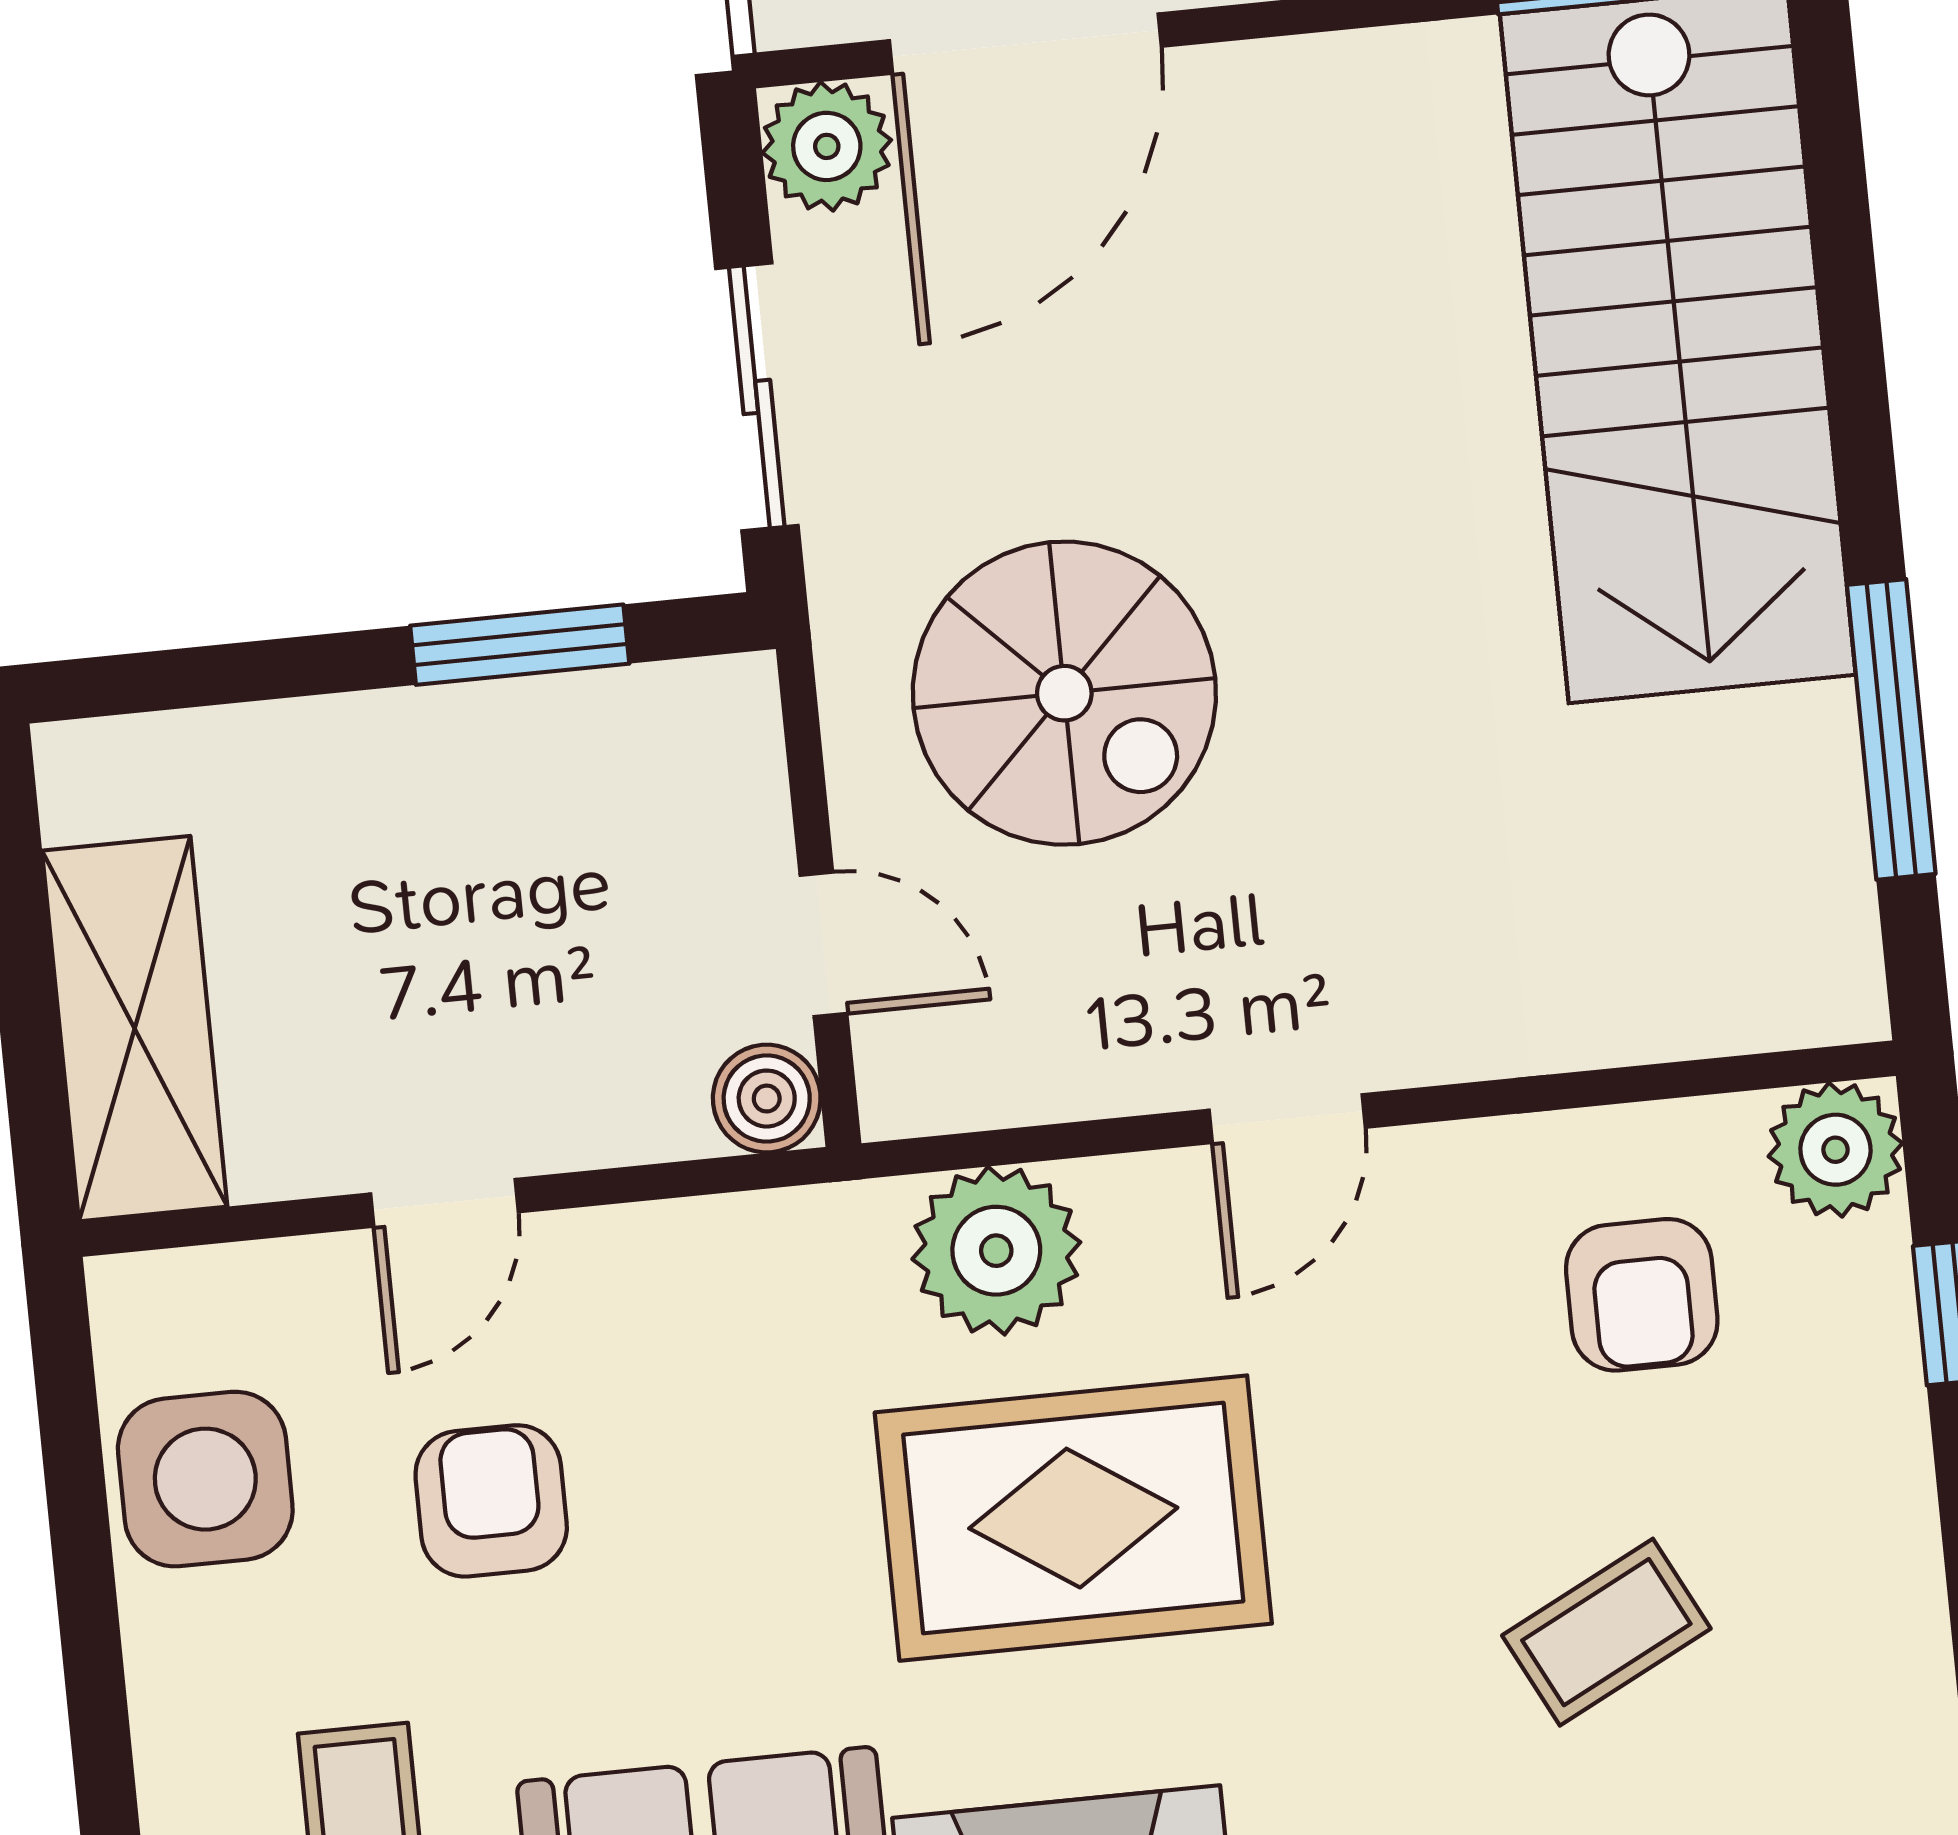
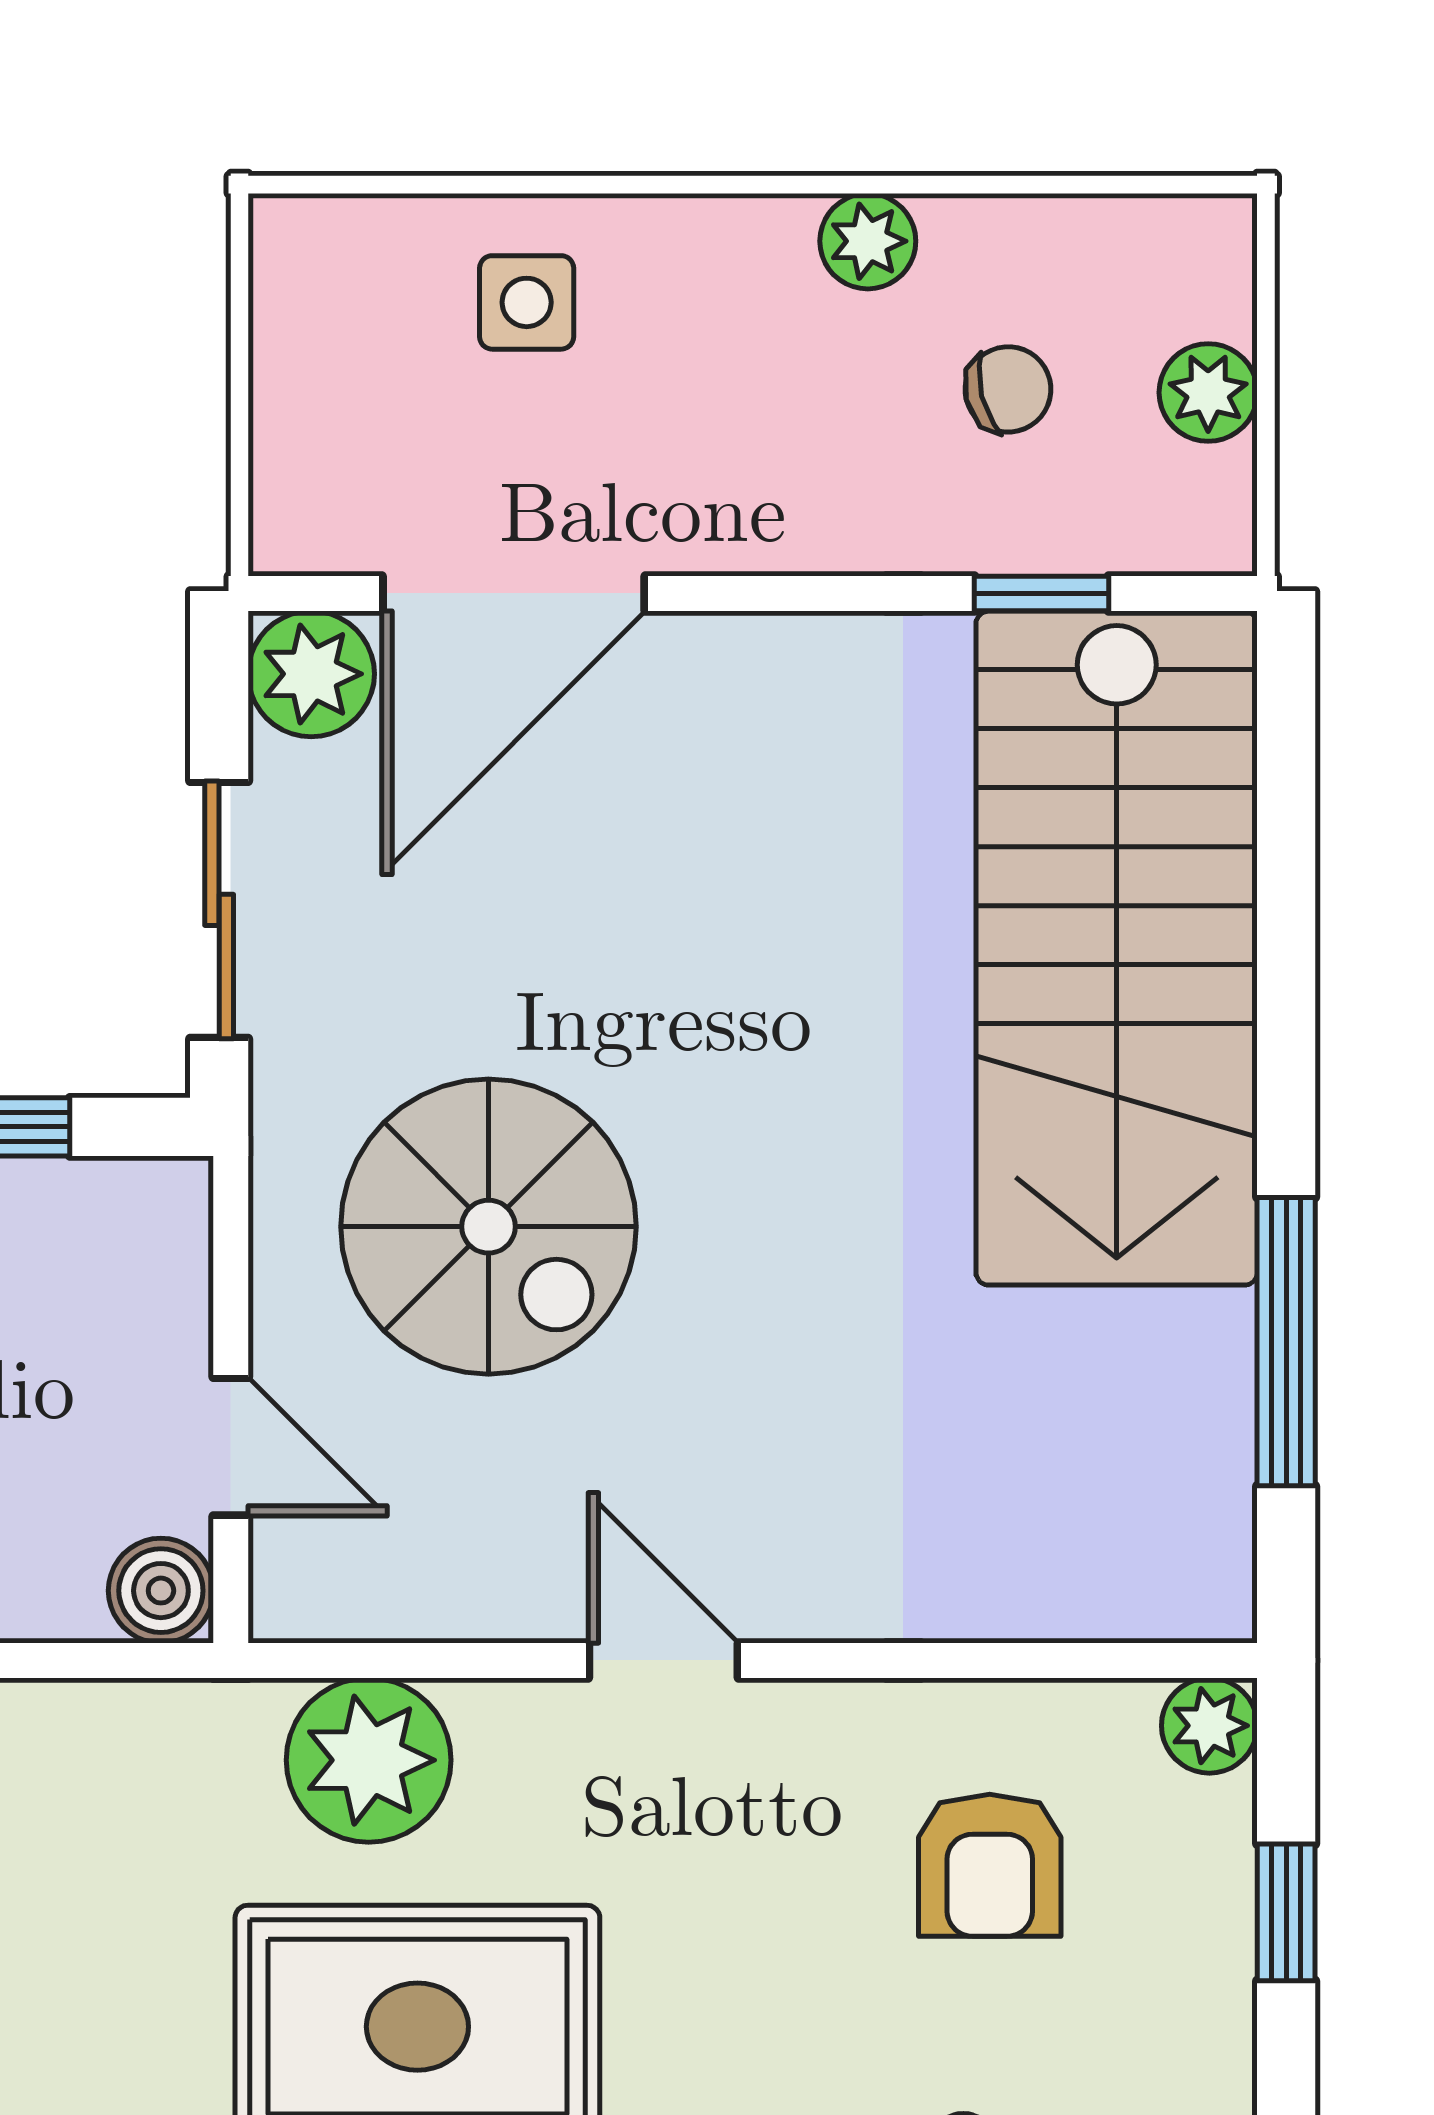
door: (1287, 1119) -> (663, 1660), swing flipped
plant: (1836, 1150) -> (1209, 1726), width x0.73, depth x0.73

